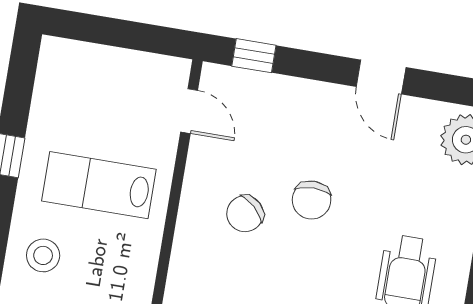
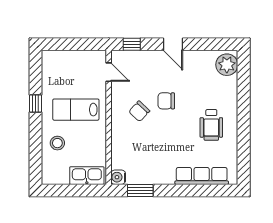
door: (381, 77) -> (173, 44), moved
chair: (312, 200) -> (166, 101), turned 90

